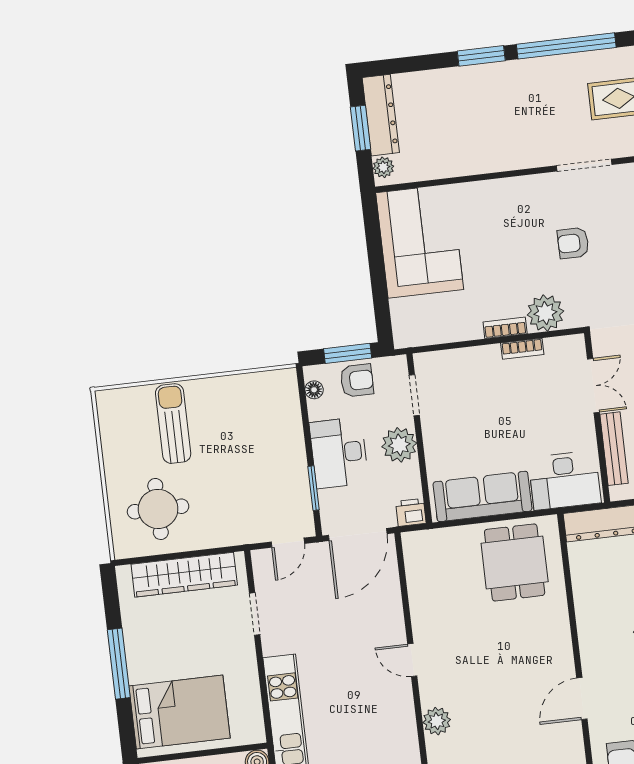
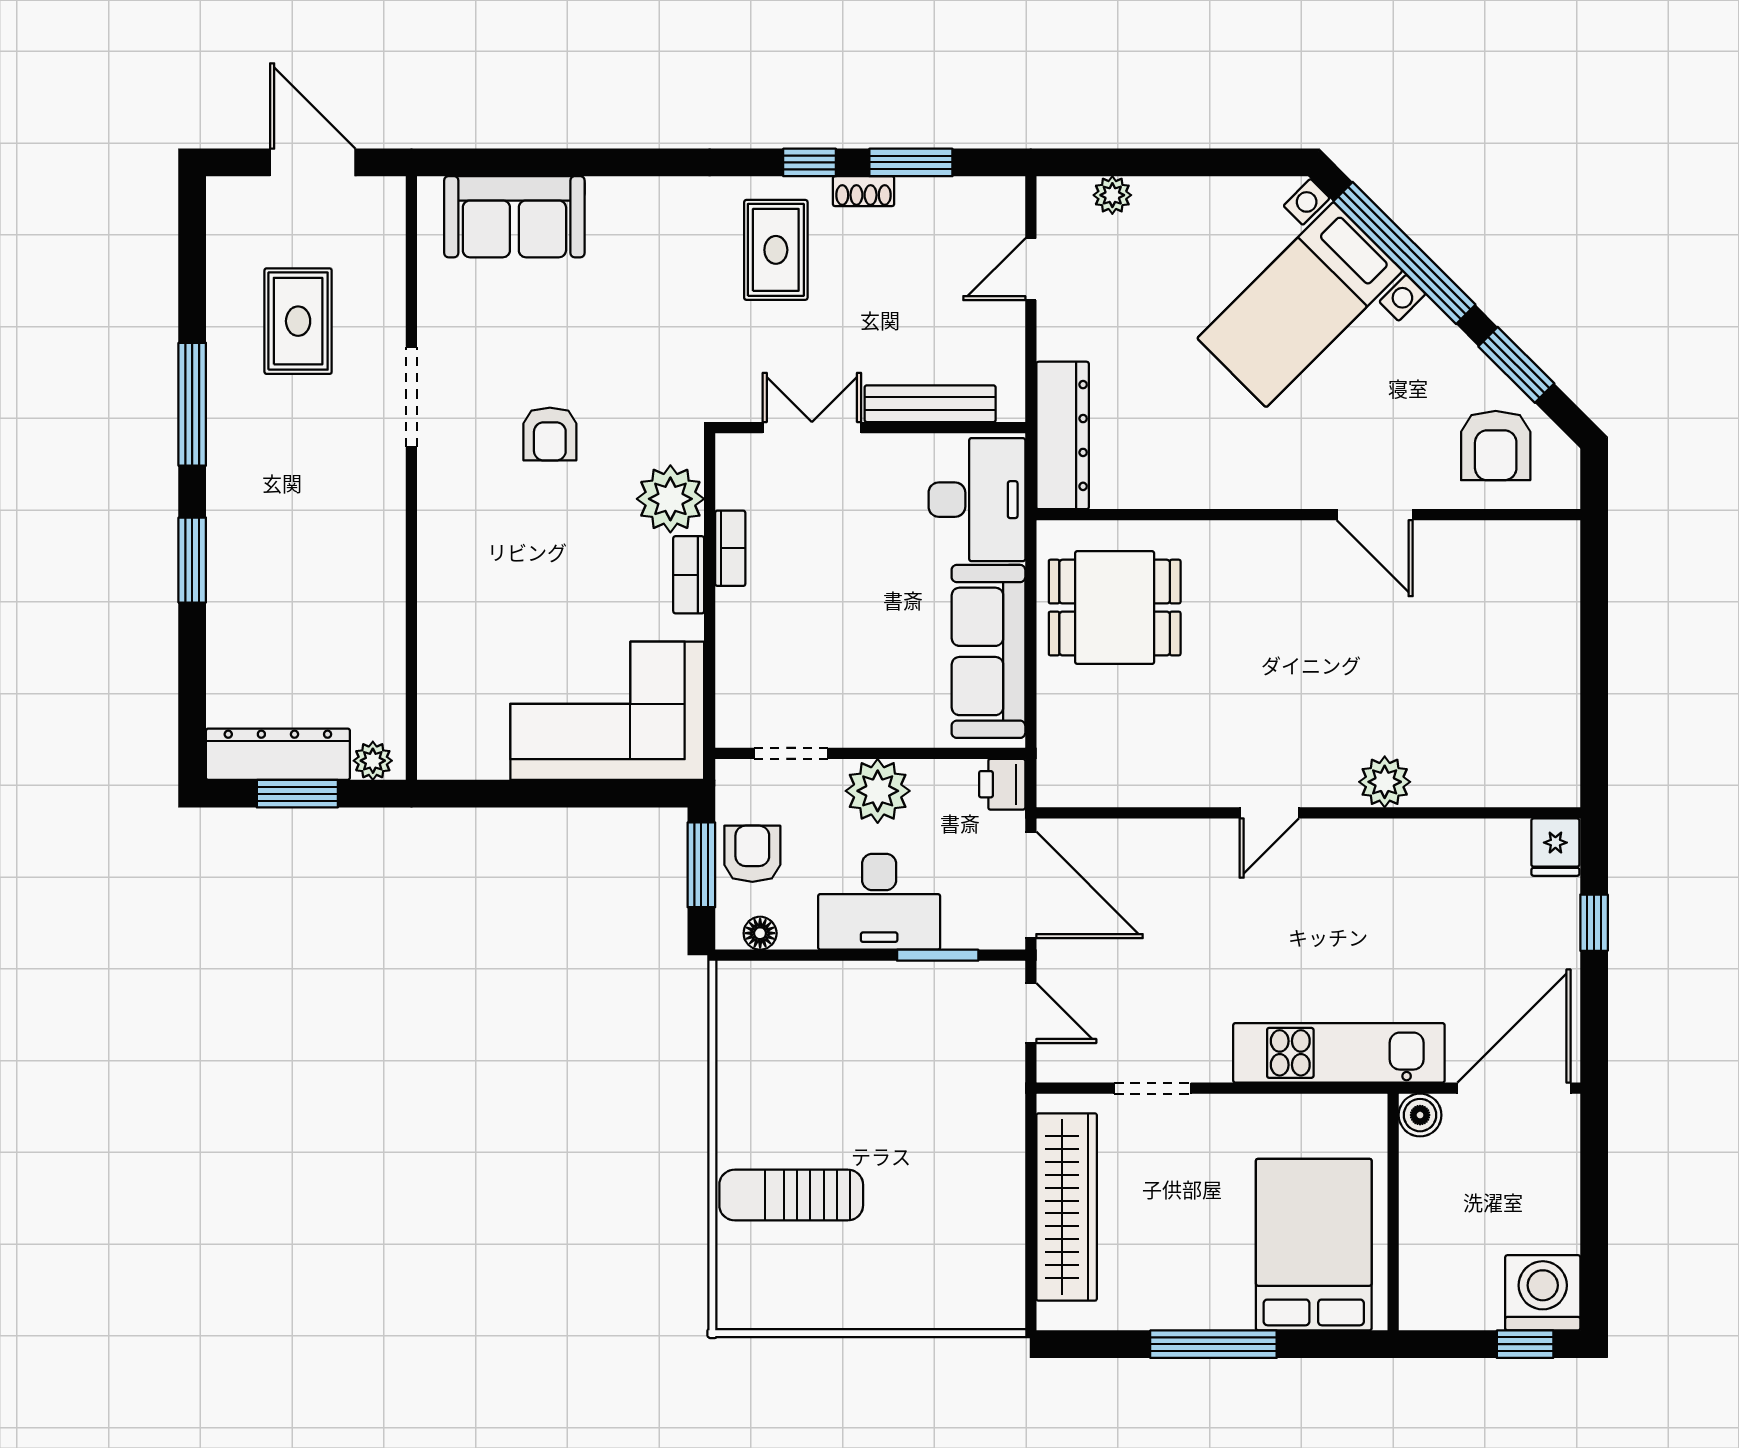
window: (566, 46) -> (192, 404), width x0.68
corner sofa: (420, 241) -> (607, 711), moved
round table: (158, 509) -> (942, 1240), removed

